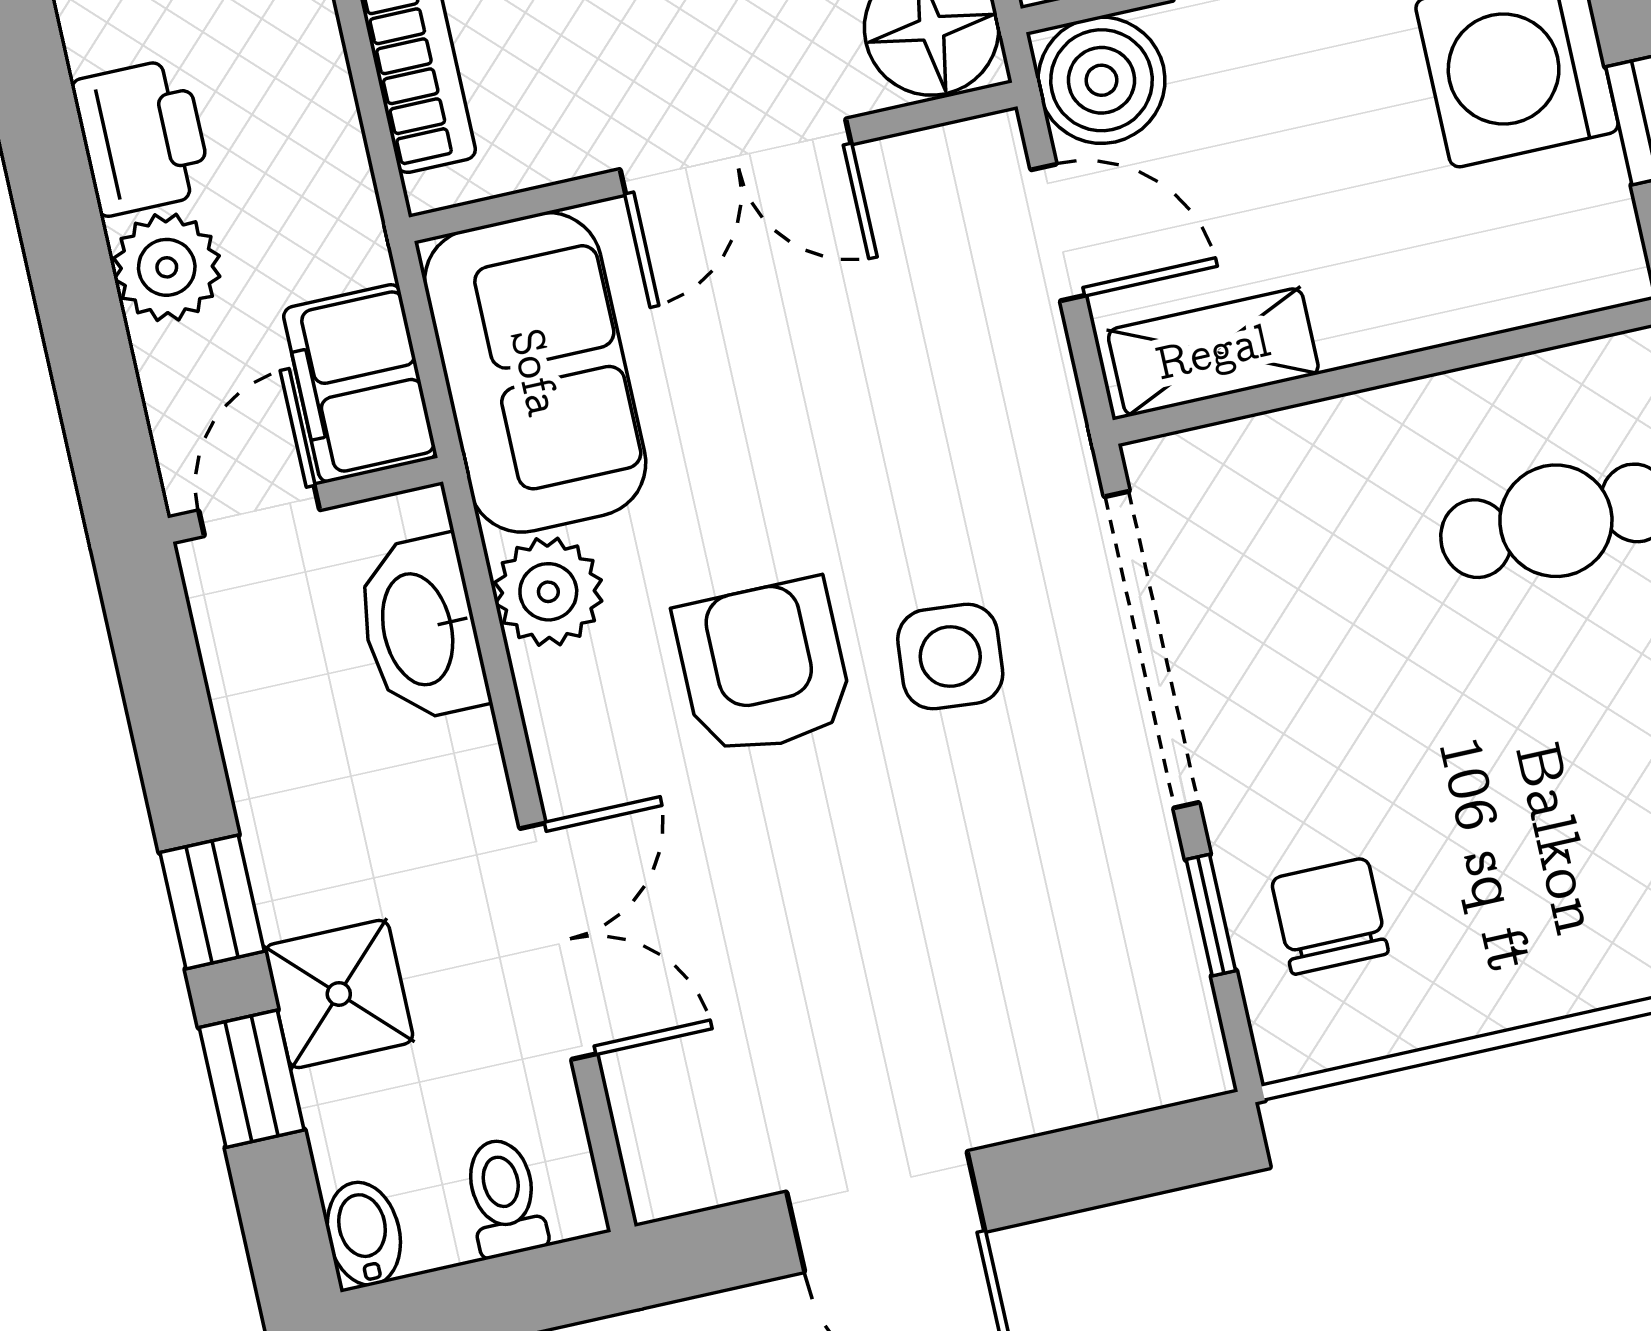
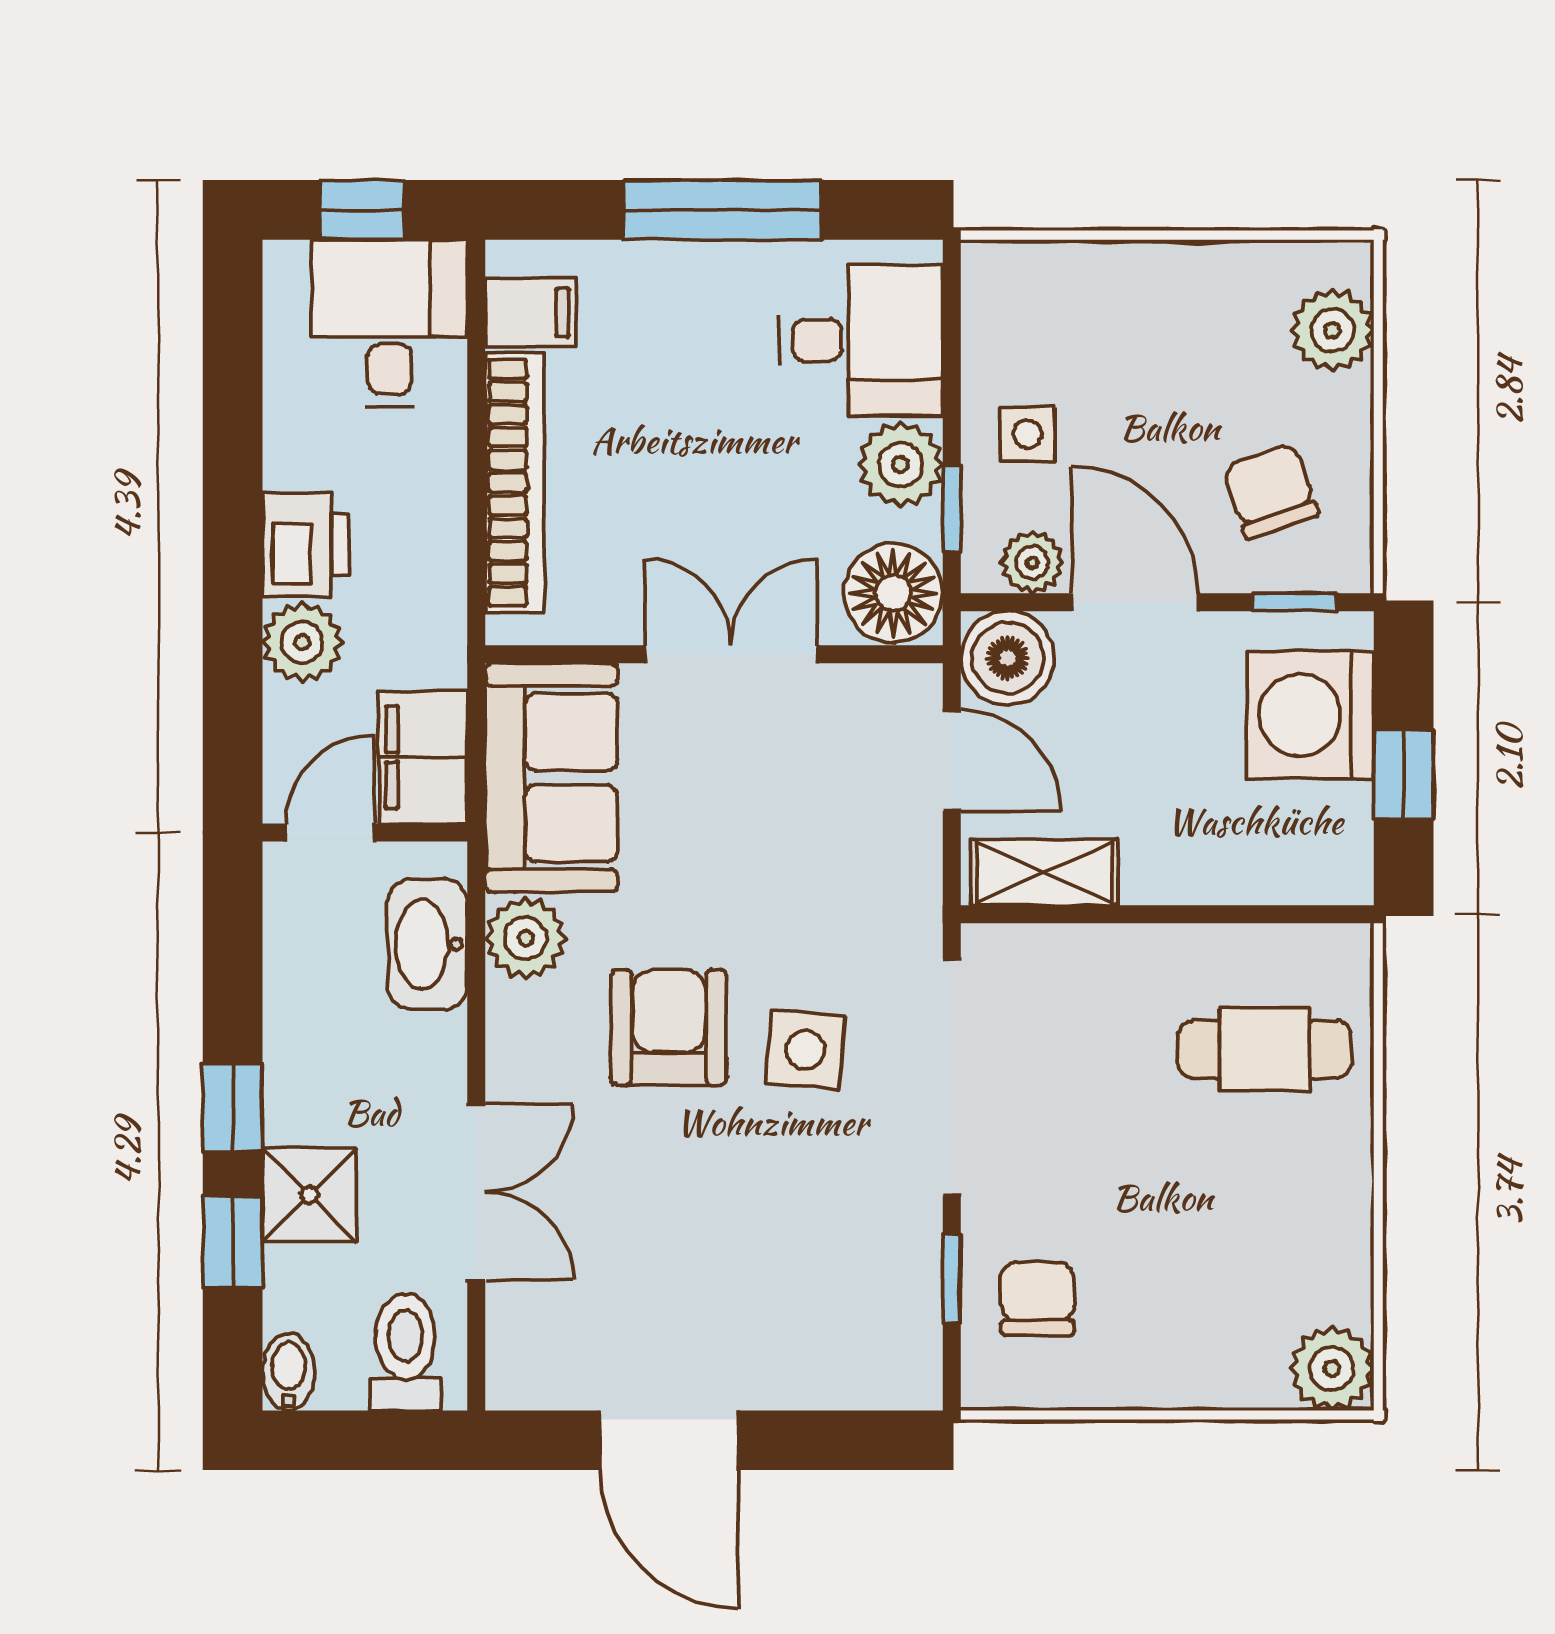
double door: (736, 157) -> (731, 654), swing flipped
toilet: (504, 1197) -> (406, 1352), width x1.37, depth x1.39

